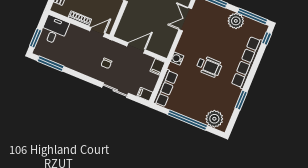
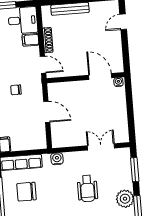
wheelchair: (209, 66) -> (87, 188), moved
filing cabinet: (158, 67) -> (30, 40), moved
chair: (191, 96) -> (26, 192), added

